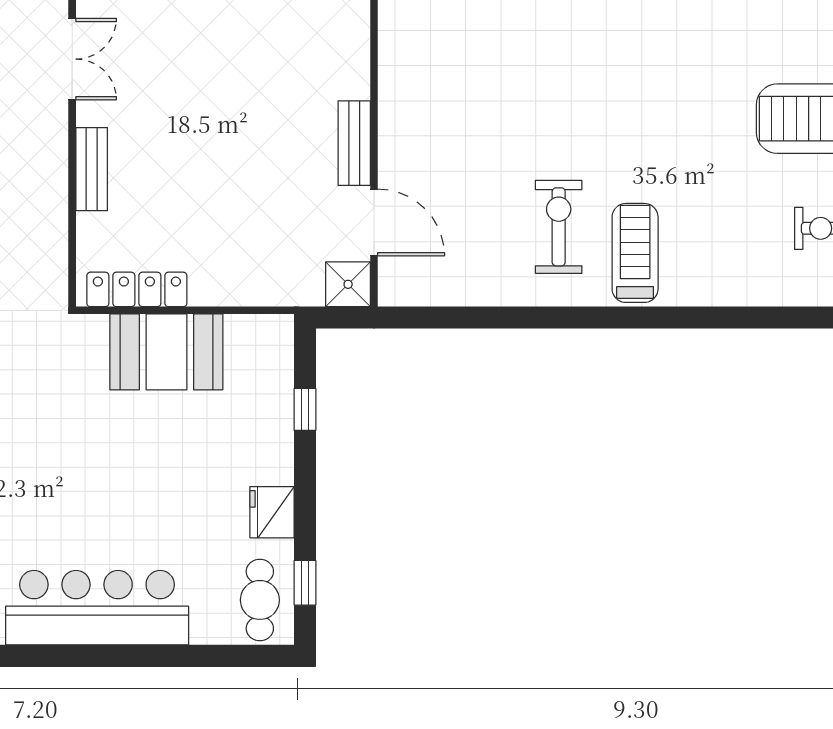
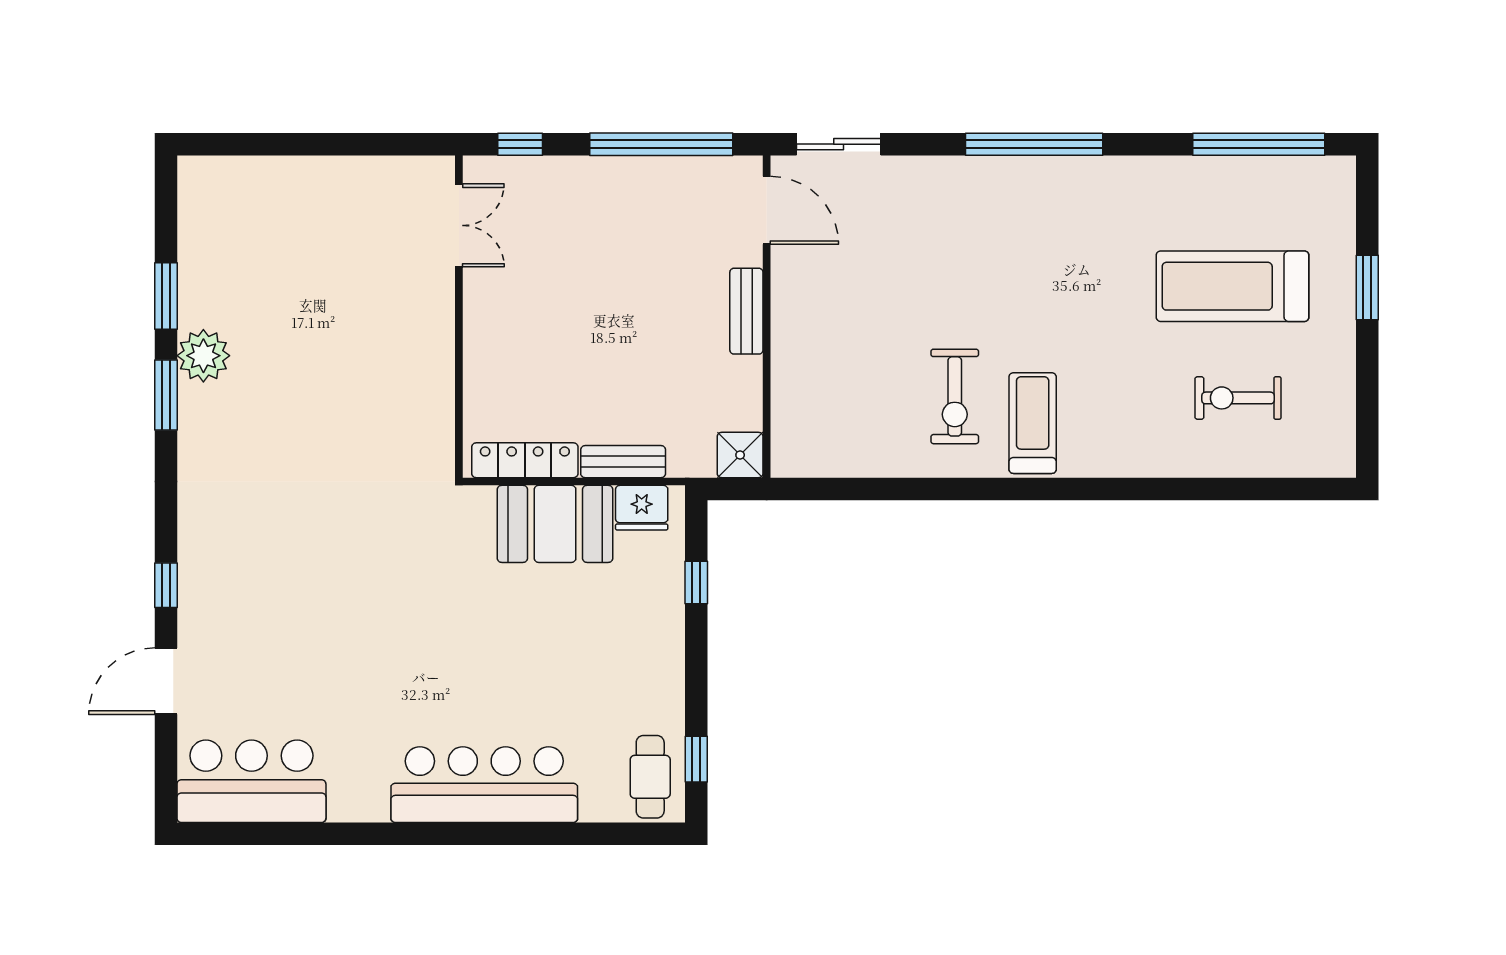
bench: (92, 169) -> (623, 462), moved, turned 90
door: (374, 222) -> (767, 210), moved
exercise bike: (559, 227) -> (955, 396), turned 180
fridge: (272, 512) -> (642, 508), moved, turned -90

